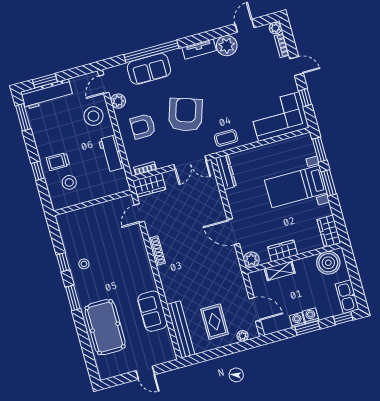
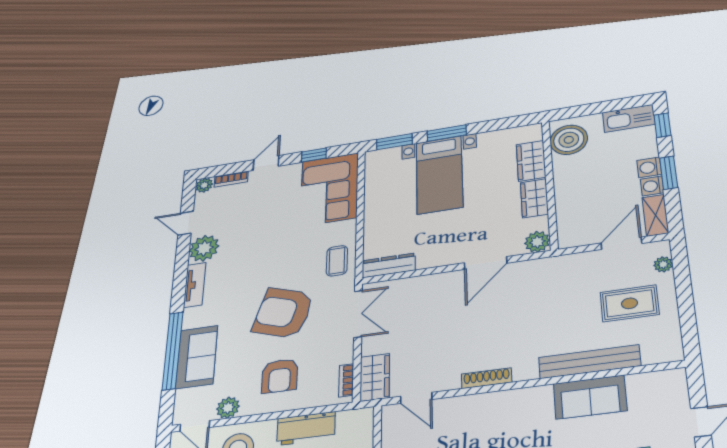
wardrobe: (329, 231) -> (531, 161), moved, turned 90
shelving: (280, 271) -> (655, 215), moved
bench: (181, 329) -> (589, 362), moved

